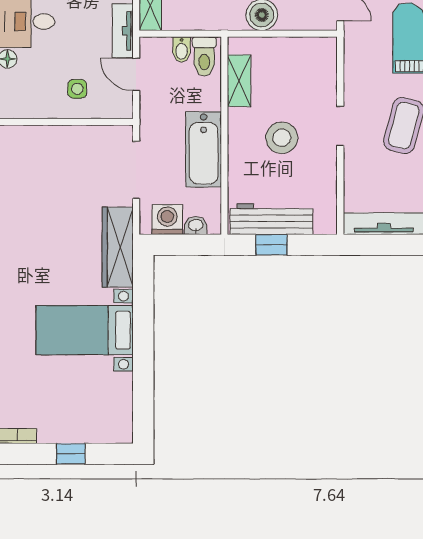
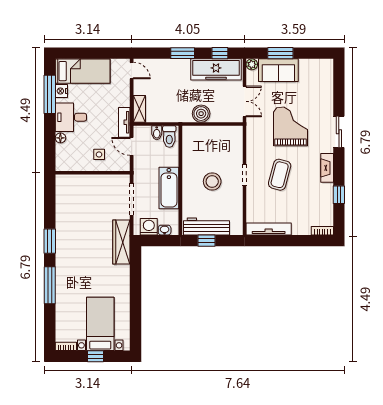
shelving: (239, 81) -> (189, 150), removed
bed with nightstands: (85, 330) -> (100, 324), moved, turned 90

